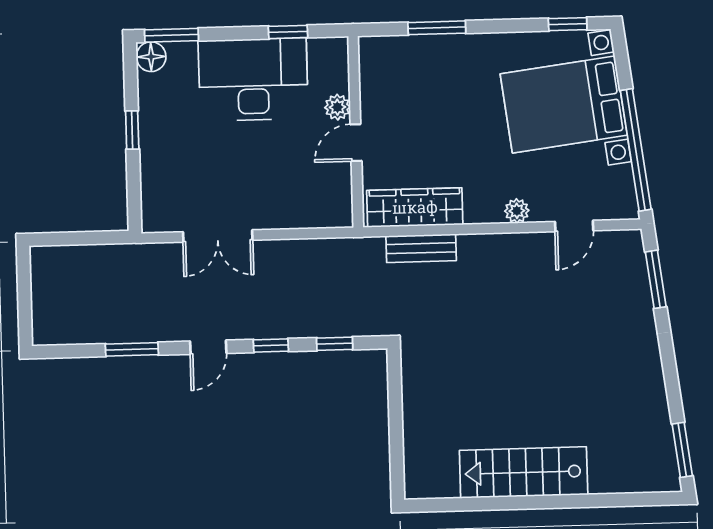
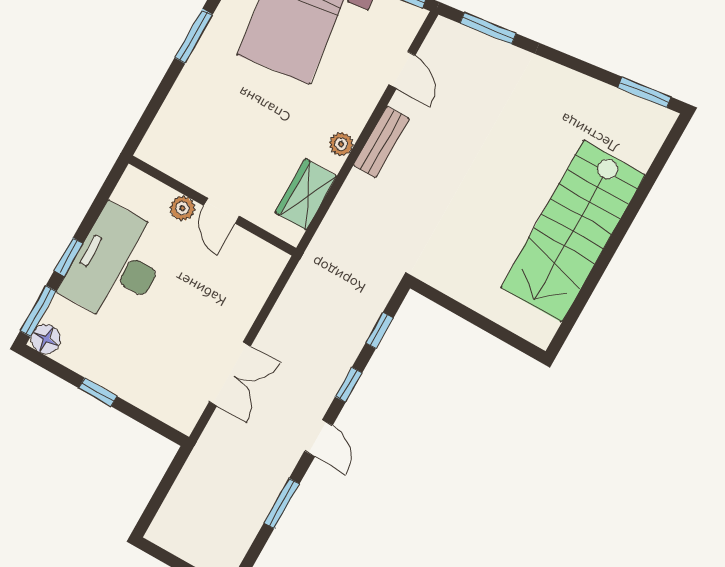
window: (437, 28) -> (194, 36), moved
window: (288, 32) -> (69, 257), moved
wardrobe: (415, 207) -> (306, 194), width x0.67
plant: (517, 211) -> (341, 144), moved
bench: (421, 248) -> (381, 142), moved
stairs: (524, 472) -> (573, 231), width x1.36, depth x1.51

